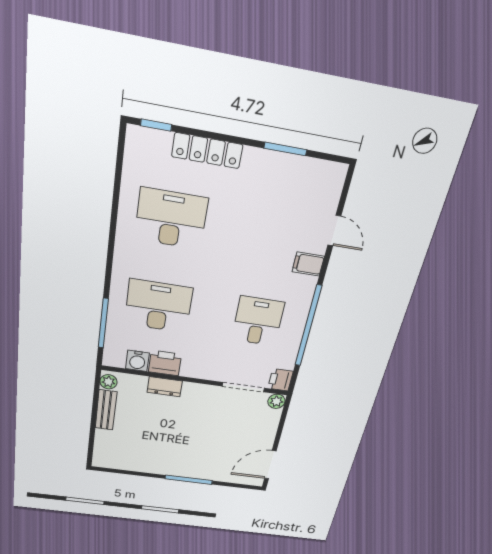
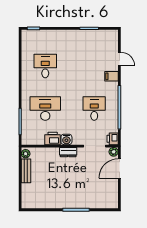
locker: (207, 151) -> (56, 35), removed
desk: (171, 219) -> (45, 66), width x0.73
water cooler: (137, 361) -> (66, 139), moved
dresser: (165, 387) -> (68, 152), moved
door: (270, 465) -> (119, 169), moved

